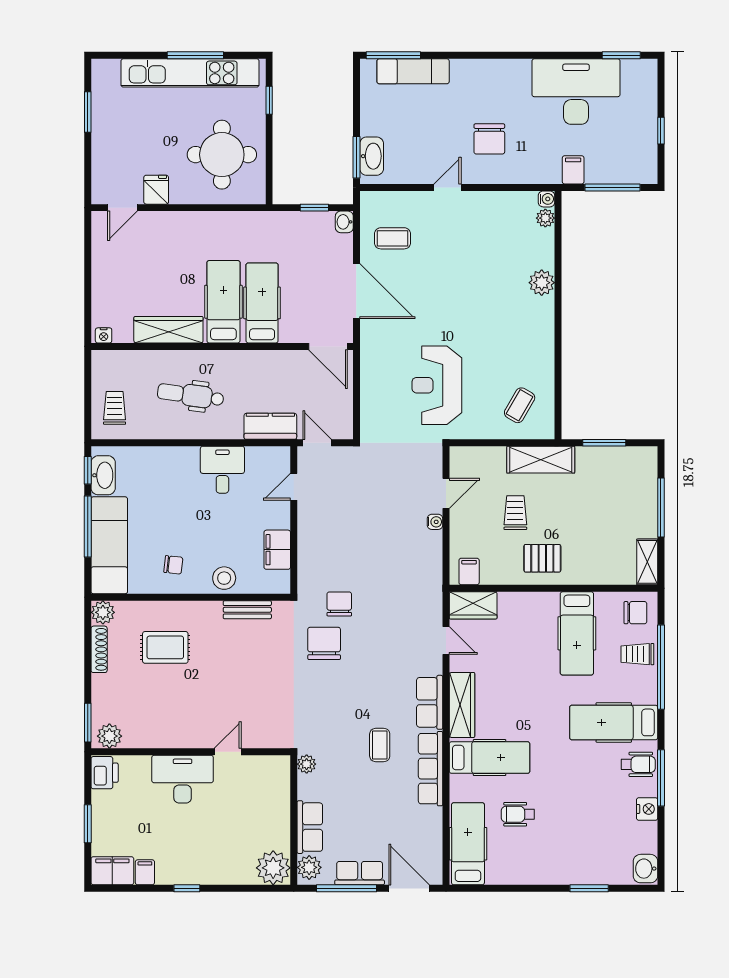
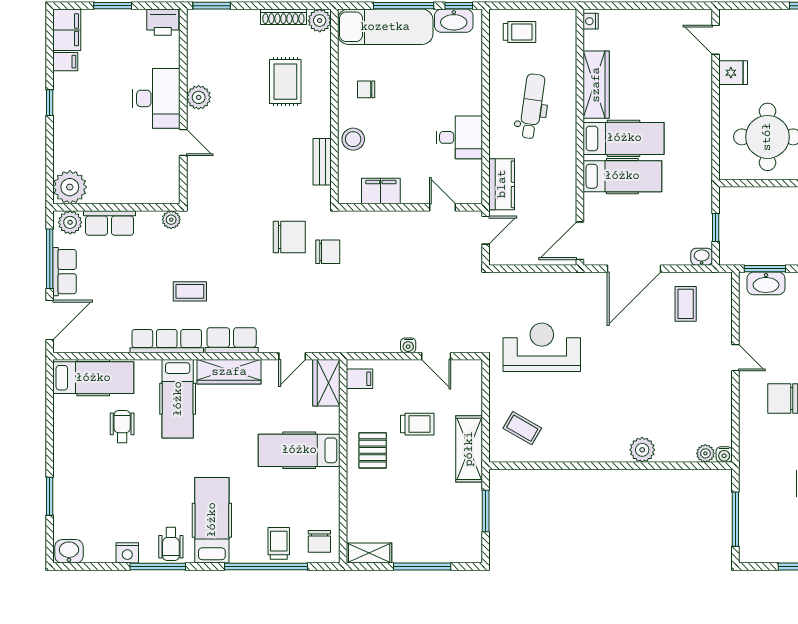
filing cabinet: (573, 170) -> (753, 481), removed
chair: (173, 565) -> (366, 89), turned 84
hospital bed: (577, 633) -> (299, 450), moved
plant: (109, 736) -> (199, 97), moved

